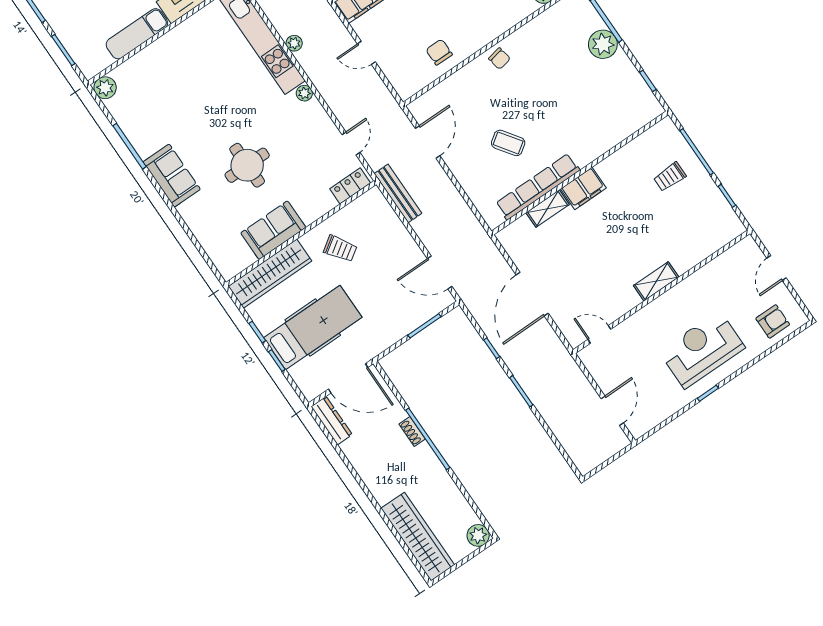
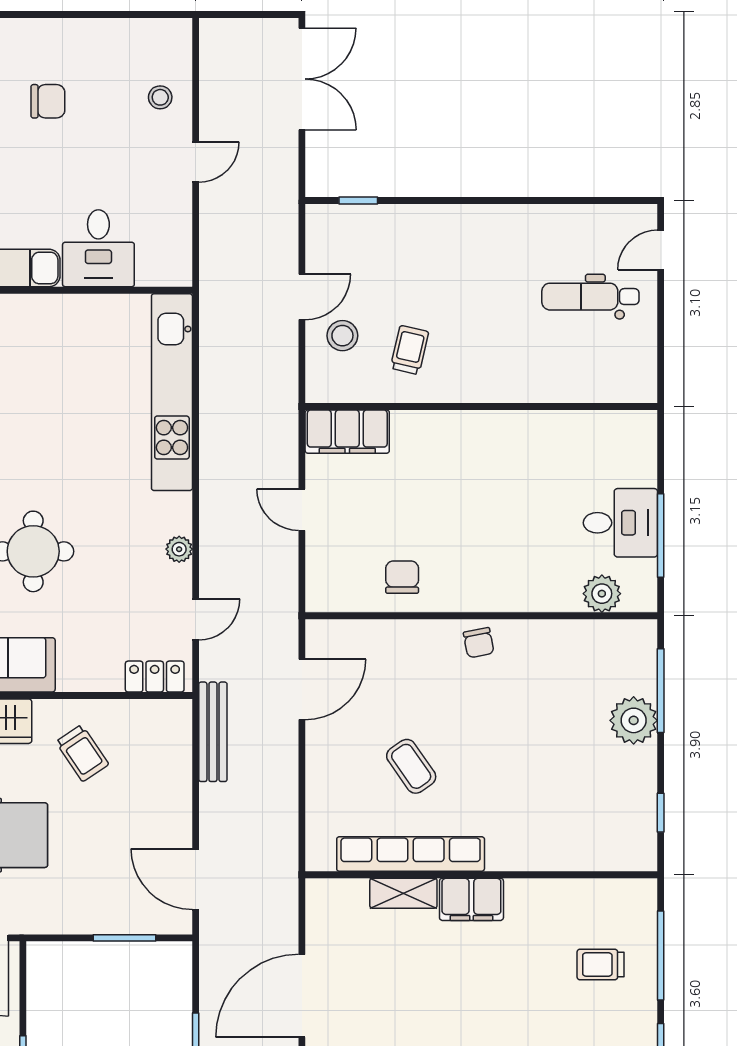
plant: (294, 43) -> (212, 429), removed
plant: (304, 93) -> (179, 549), moved

